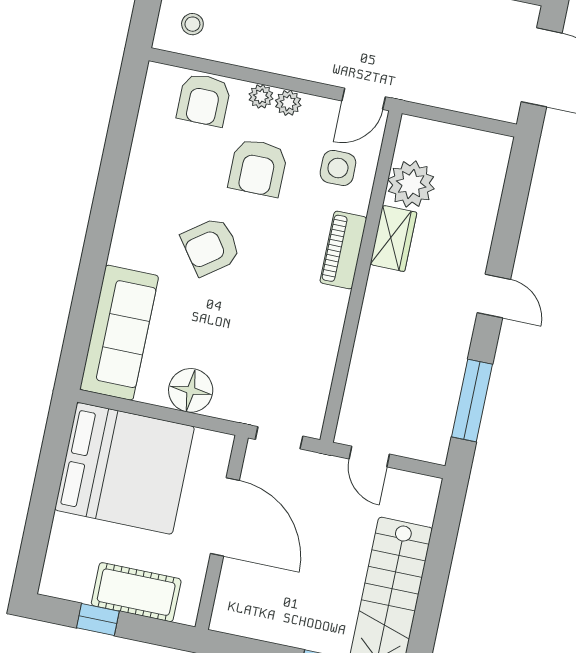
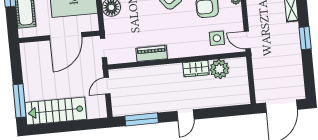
plant: (288, 103) -> (236, 11), removed
piano: (343, 250) -> (152, 54), moved

